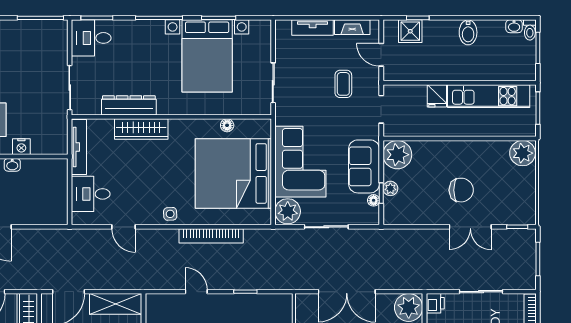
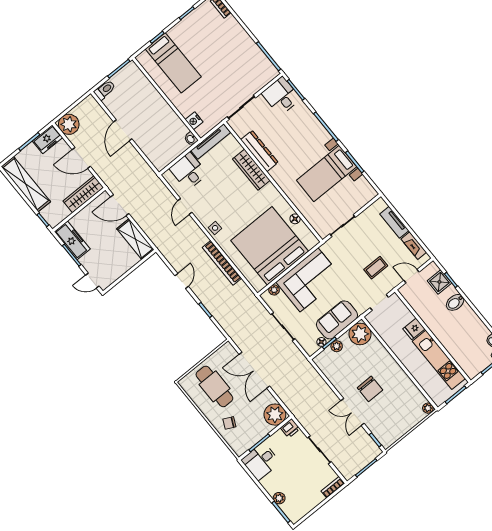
bidet: (468, 32) -> (455, 302), moved
door: (381, 55) -> (411, 276), hinge flipped
bed with nightstands: (207, 56) -> (327, 173), width x0.73
nightstand: (21, 147) -> (194, 121), moved
plant: (523, 153) -> (428, 408), width x0.53, depth x0.53
washbasin: (12, 165) -> (191, 139), moved
plant: (288, 211) -> (274, 290), width x0.53, depth x0.53

